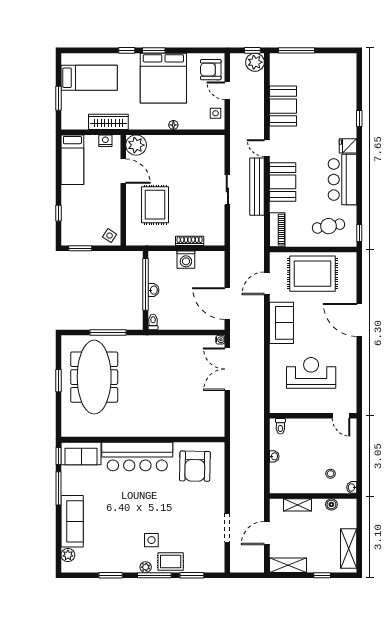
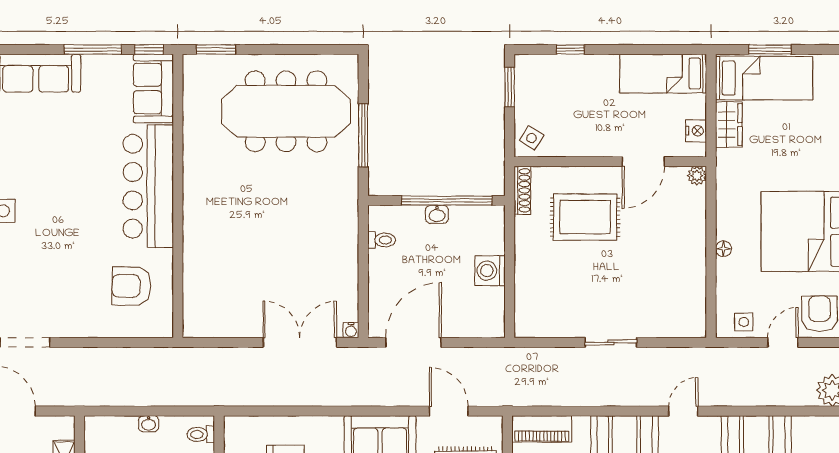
bed: (89, 78) -> (764, 78), moved, turned -90
wardrobe: (108, 122) -> (729, 125), width x0.67
plant: (136, 145) -> (697, 176), width x0.53, depth x0.53
bench: (257, 187) -> (616, 394), removed
shoe rack: (190, 241) -> (522, 190), moved
toilet: (153, 322) -> (382, 240), moved
window: (59, 381) -> (216, 49), moved
armchair: (195, 466) -> (131, 286), width x0.73, depth x0.73

